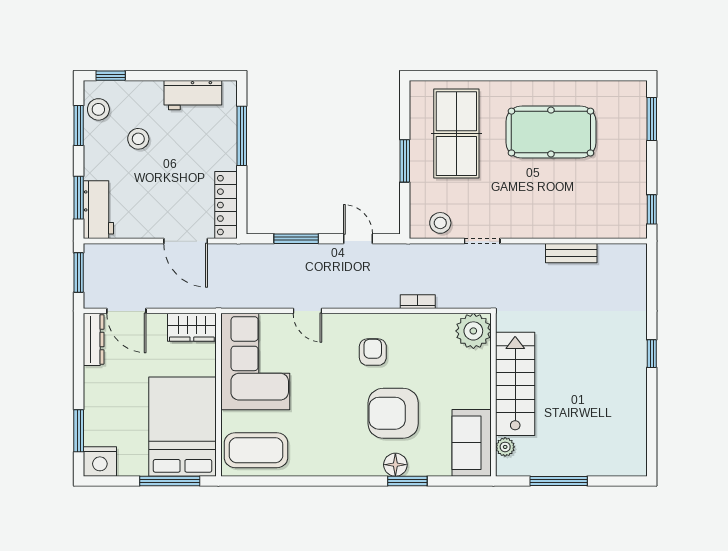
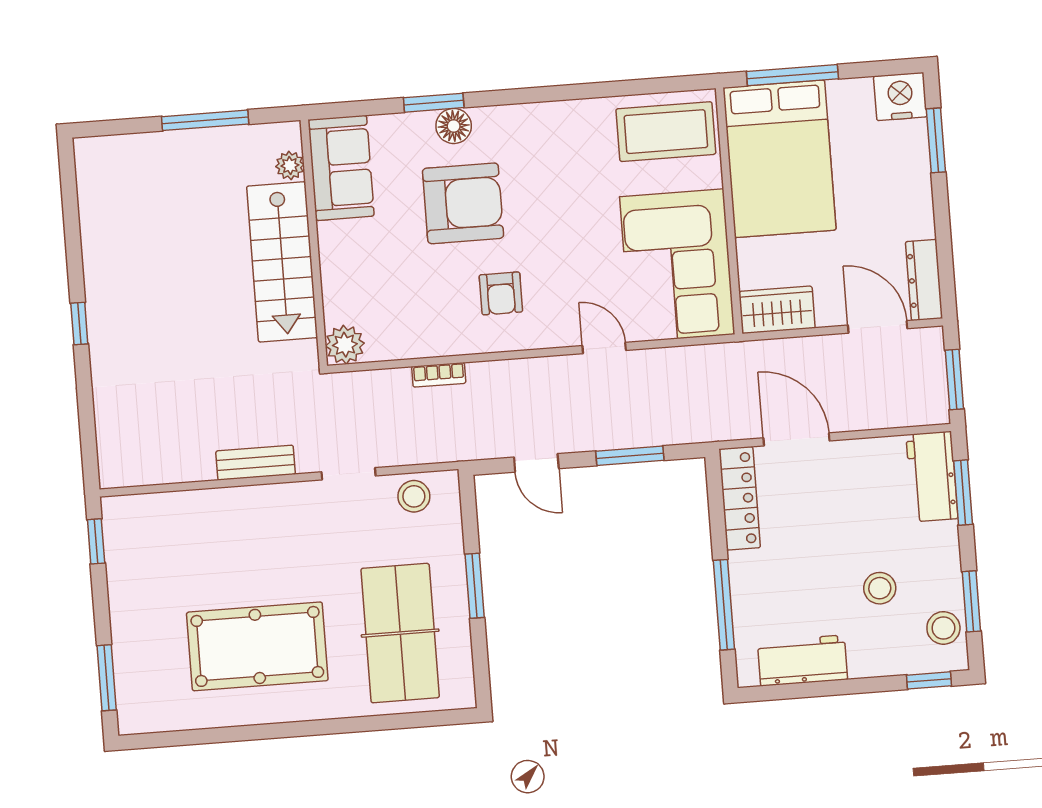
bench: (571, 253) -> (256, 463), moved
plant: (473, 331) -> (345, 345), width x0.73, depth x0.73

